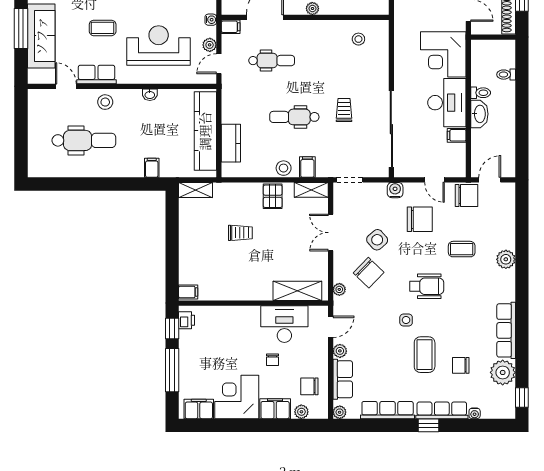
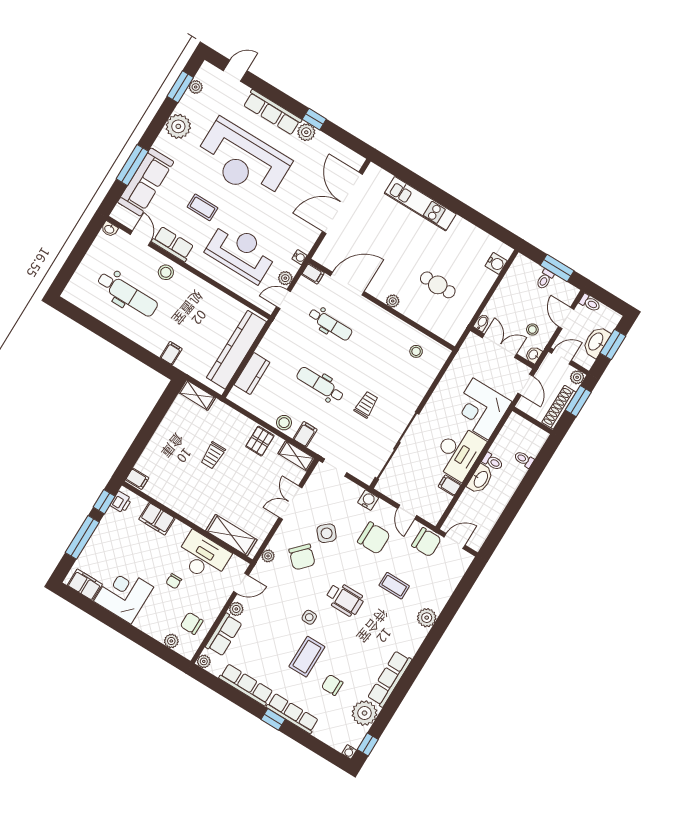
washbasin: (150, 95) -> (109, 229), moved
trolley: (240, 233) -> (213, 455), turned 90
filing cabinet: (275, 409) -> (157, 519), moved, turned 180
water cooler: (475, 413) -> (349, 752), moved

